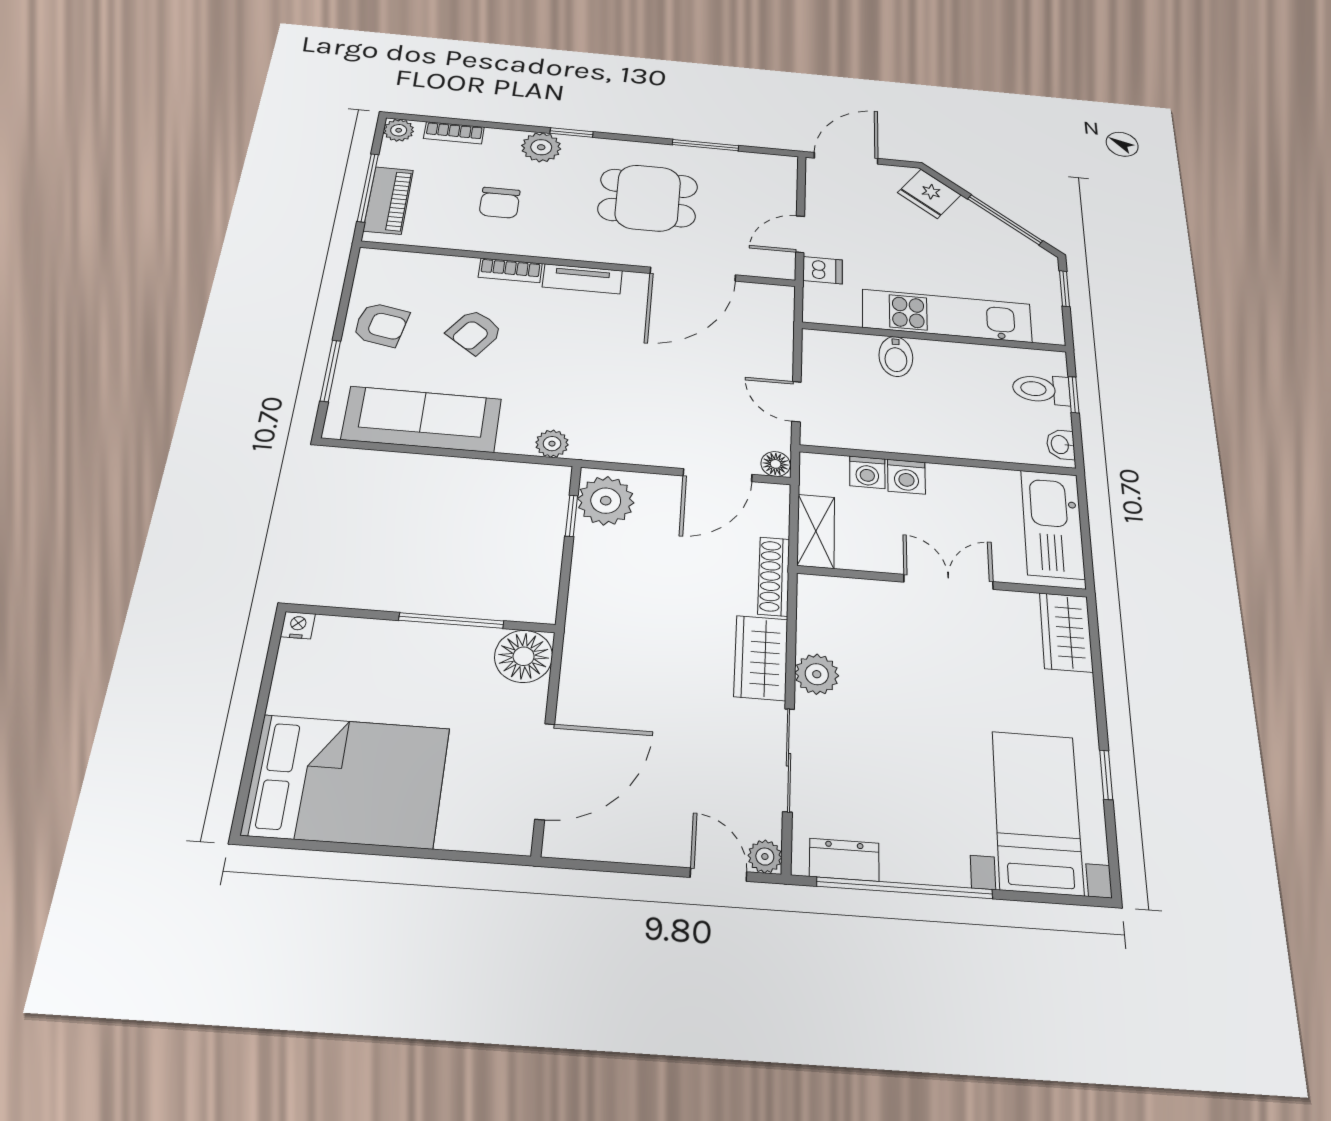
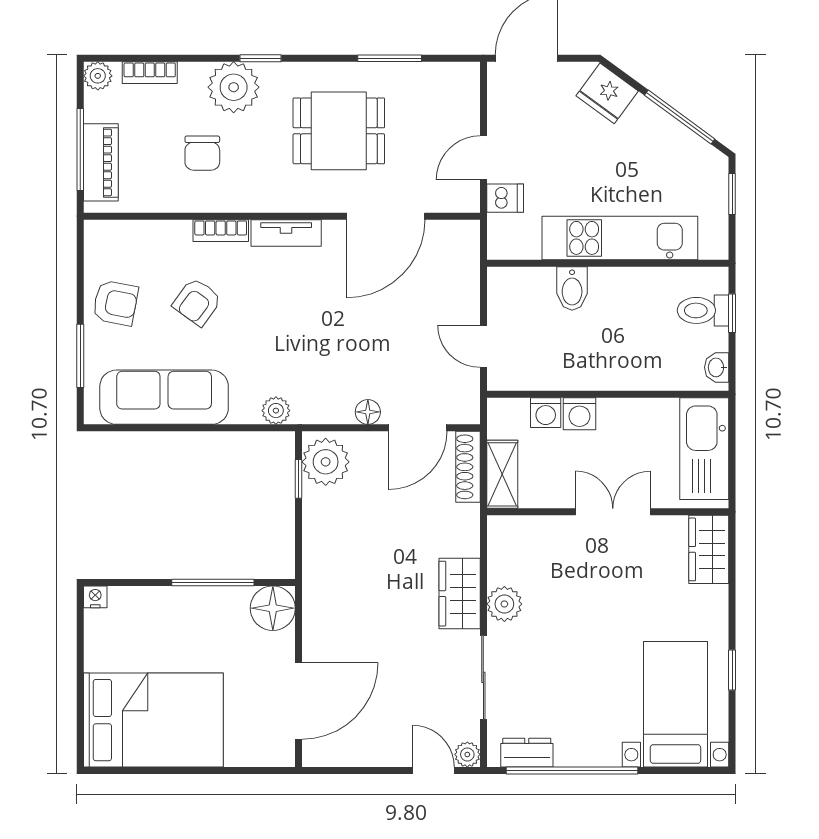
plant: (541, 147) -> (234, 87), width x1.36, depth x1.36
floor lamp: (776, 464) -> (368, 412), moved
shoe rack: (774, 576) -> (468, 467), moved

